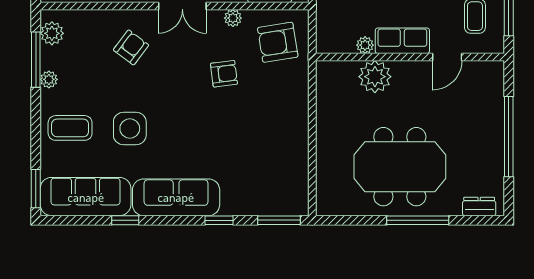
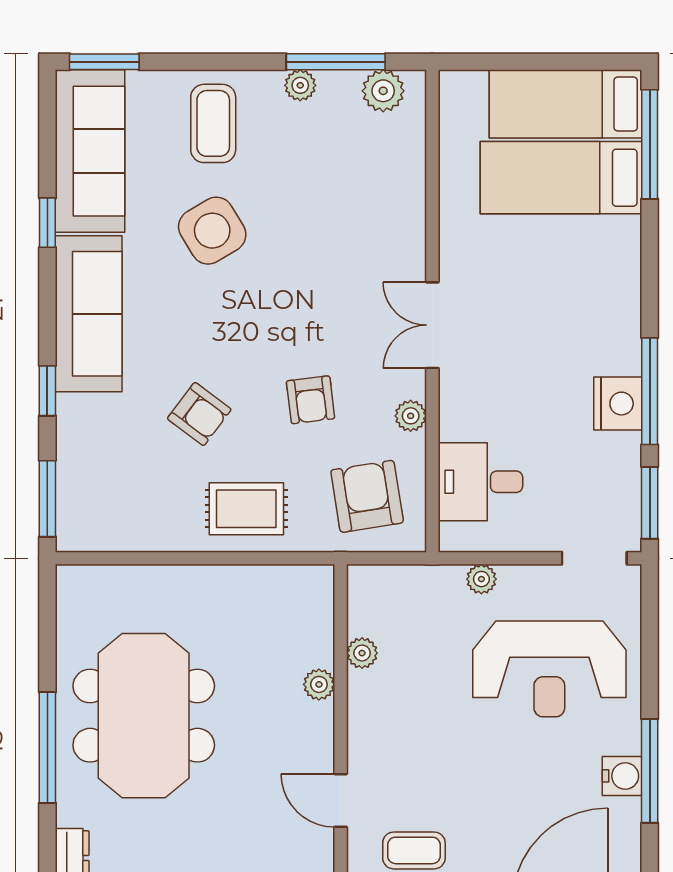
row of seats: (402, 41) -> (370, 720), removed
armchair: (131, 47) -> (199, 414), moved
plant: (375, 77) -> (319, 684), width x0.53, depth x0.53
rug: (285, 109) -> (246, 509), added
side table: (130, 129) -> (212, 231), turned -31

